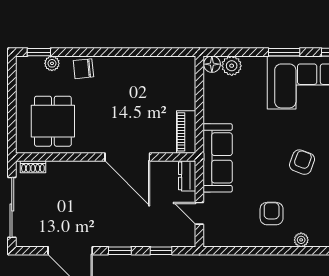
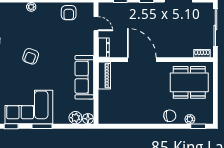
dining table: (53, 121) -> (189, 82), width x1.38
sofa: (218, 158) -> (84, 77), moved
armchair: (272, 214) -> (69, 13), moved

